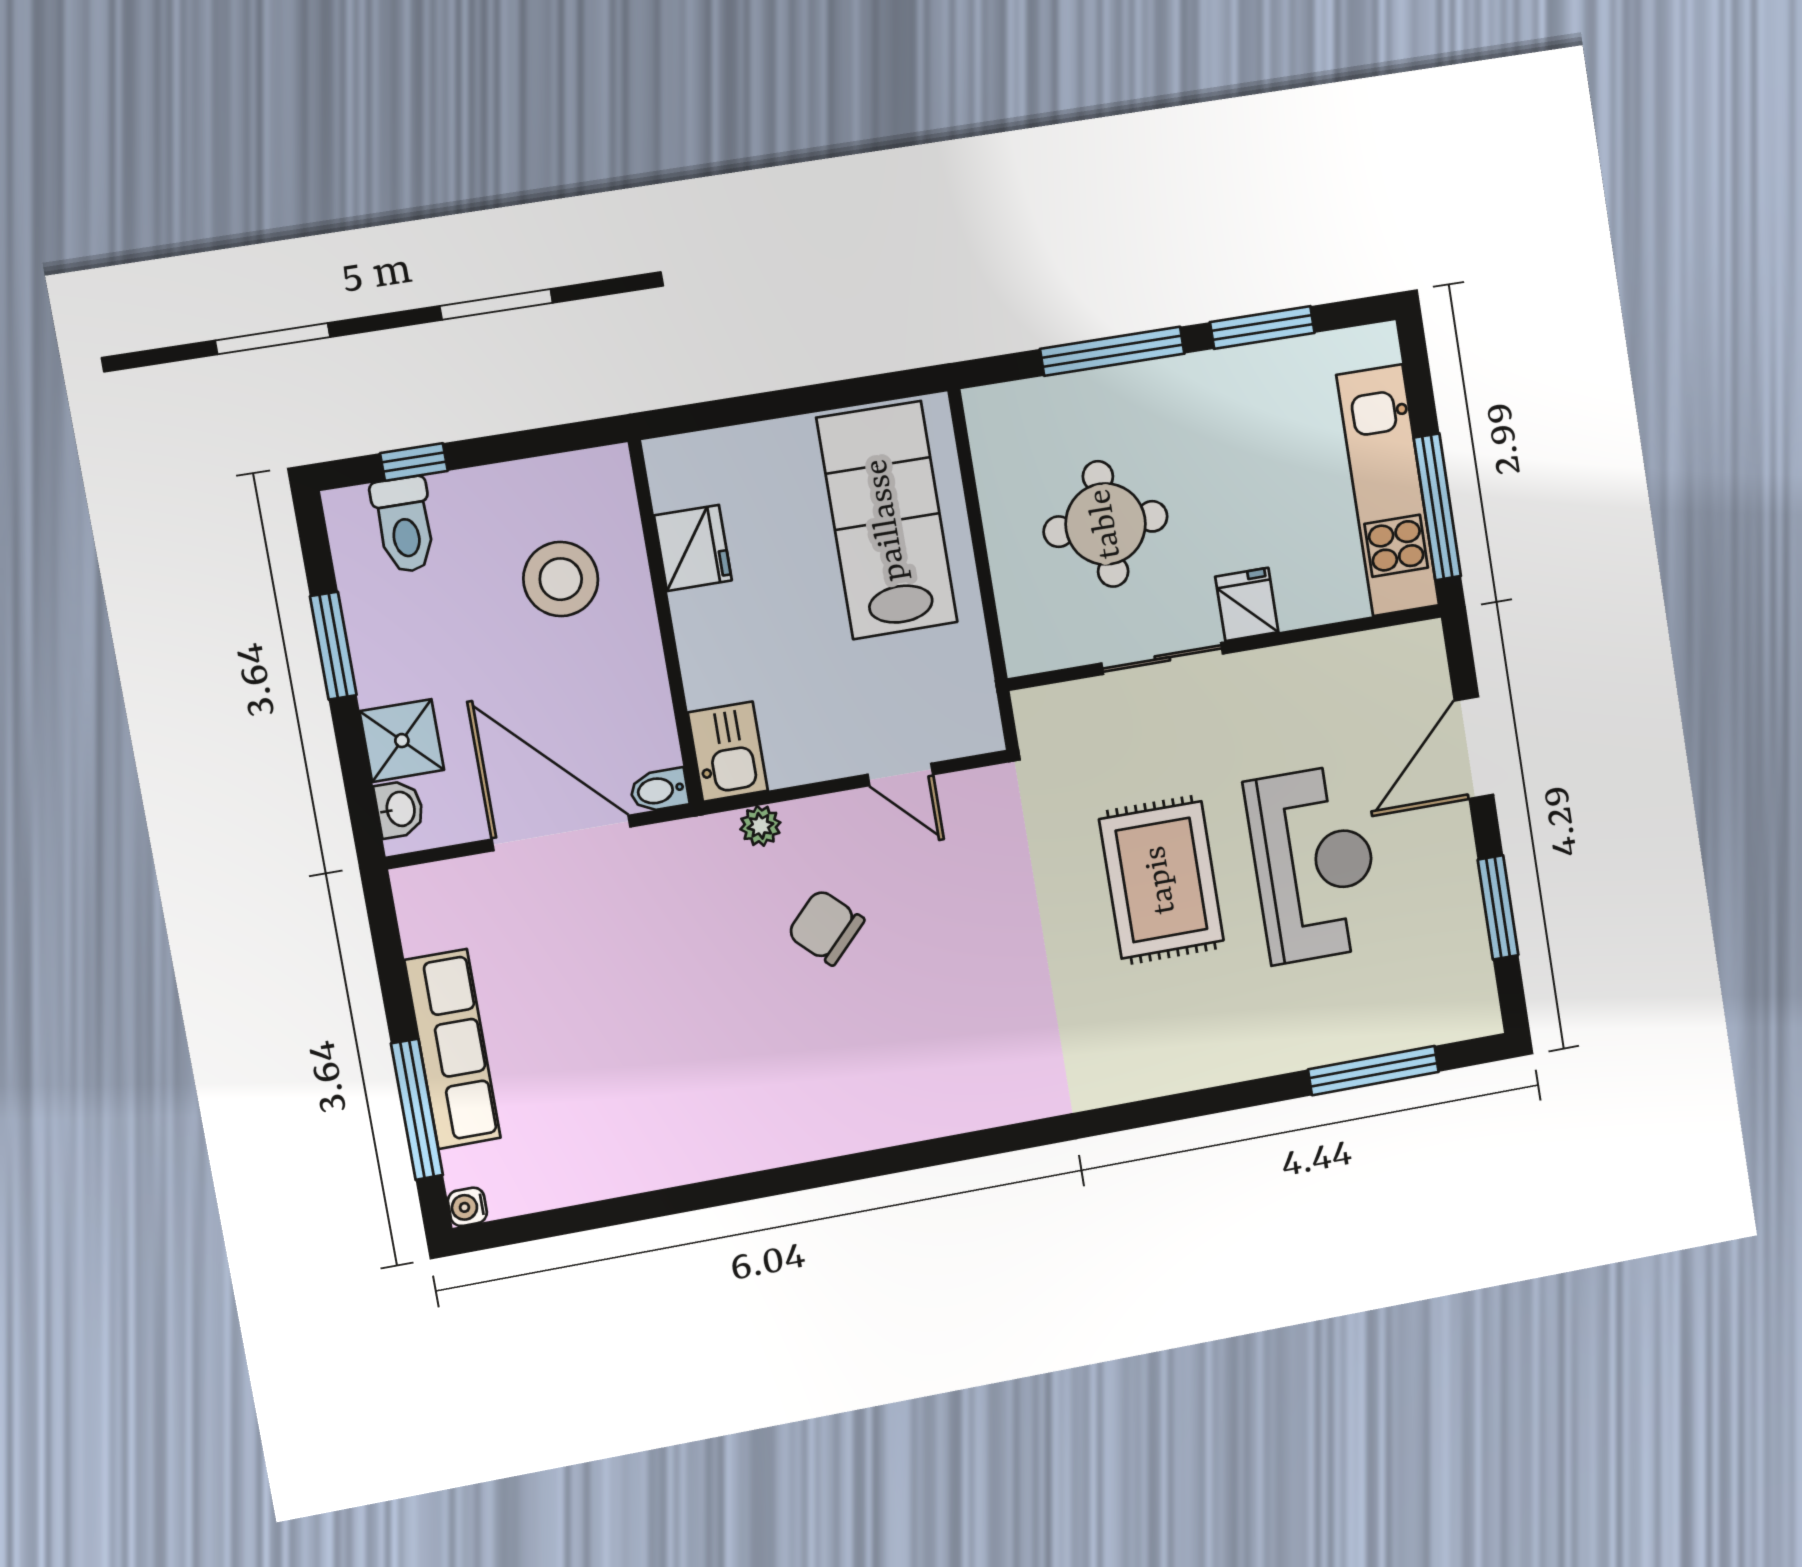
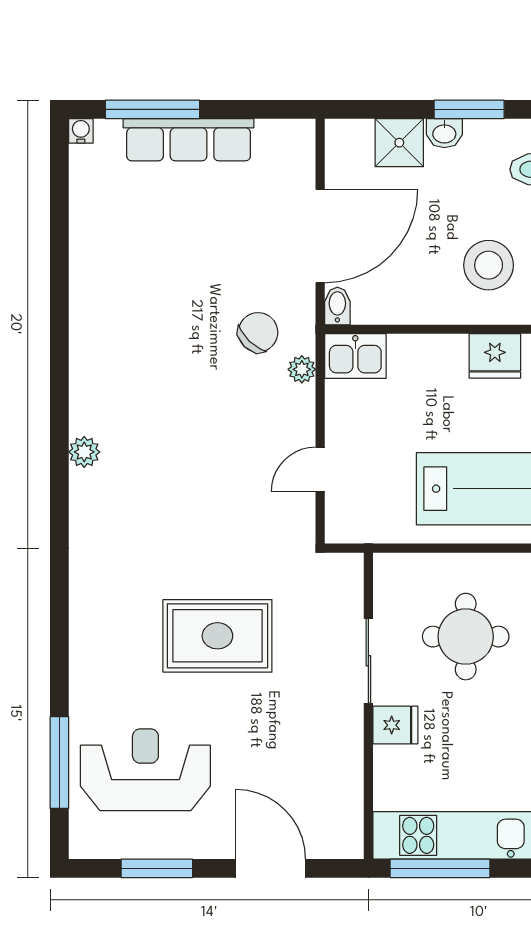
washbasin: (399, 809) -> (444, 133), moved
reception desk: (1314, 864) -> (145, 770), moved, turned 180
chair: (826, 927) -> (258, 332), moved
plant: (932, 1116) -> (84, 452), added

